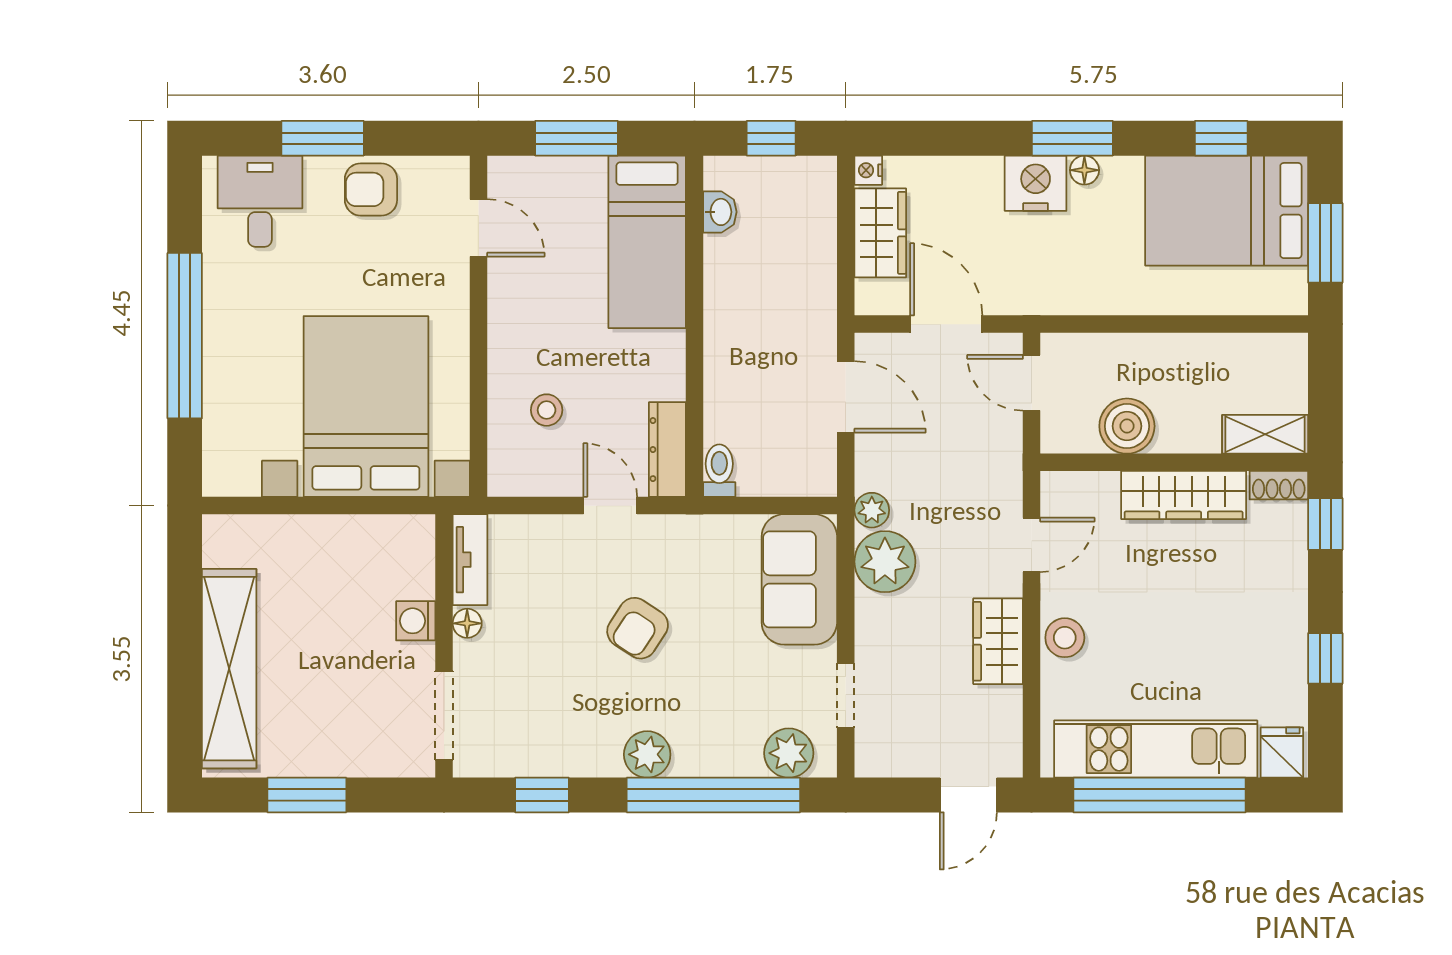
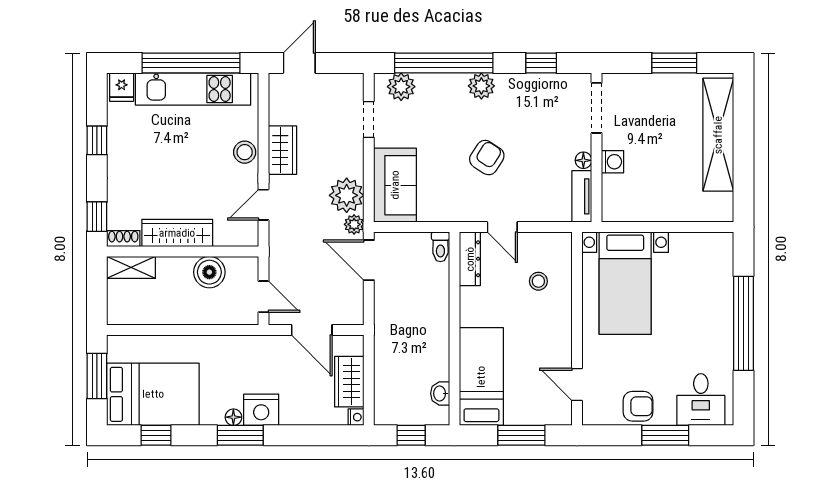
door: (846, 397) -> (369, 260), moved
bed with nightstands: (366, 406) -> (625, 283), width x0.73

